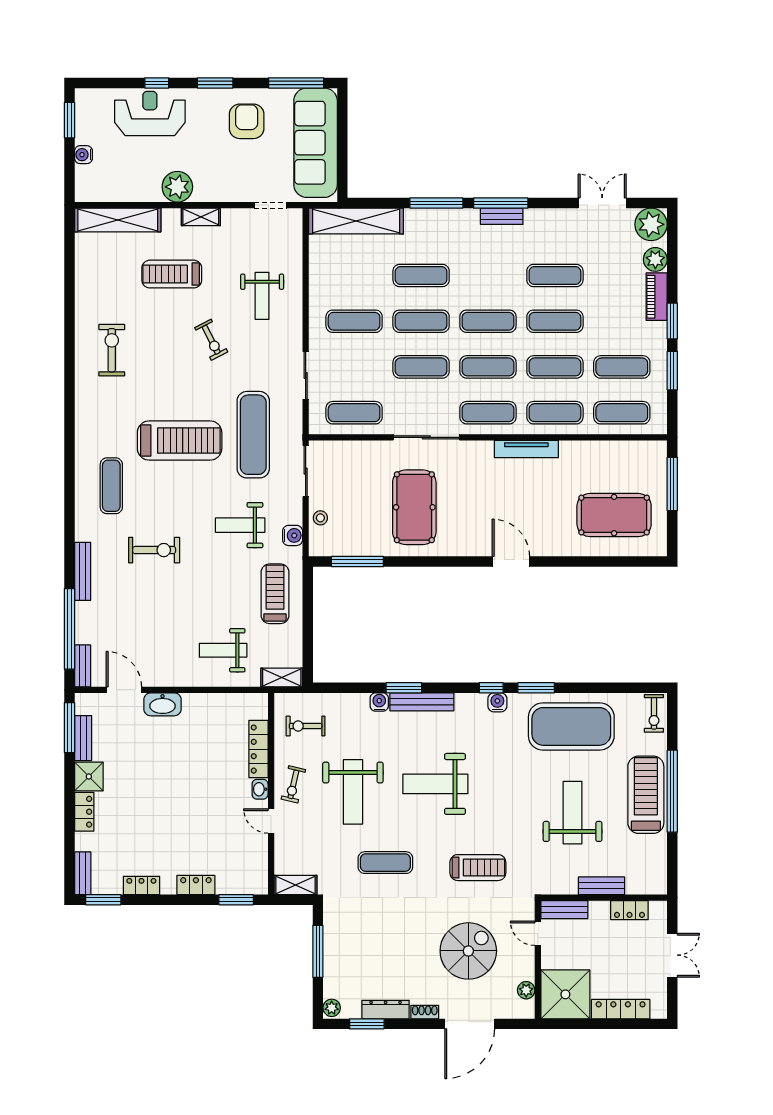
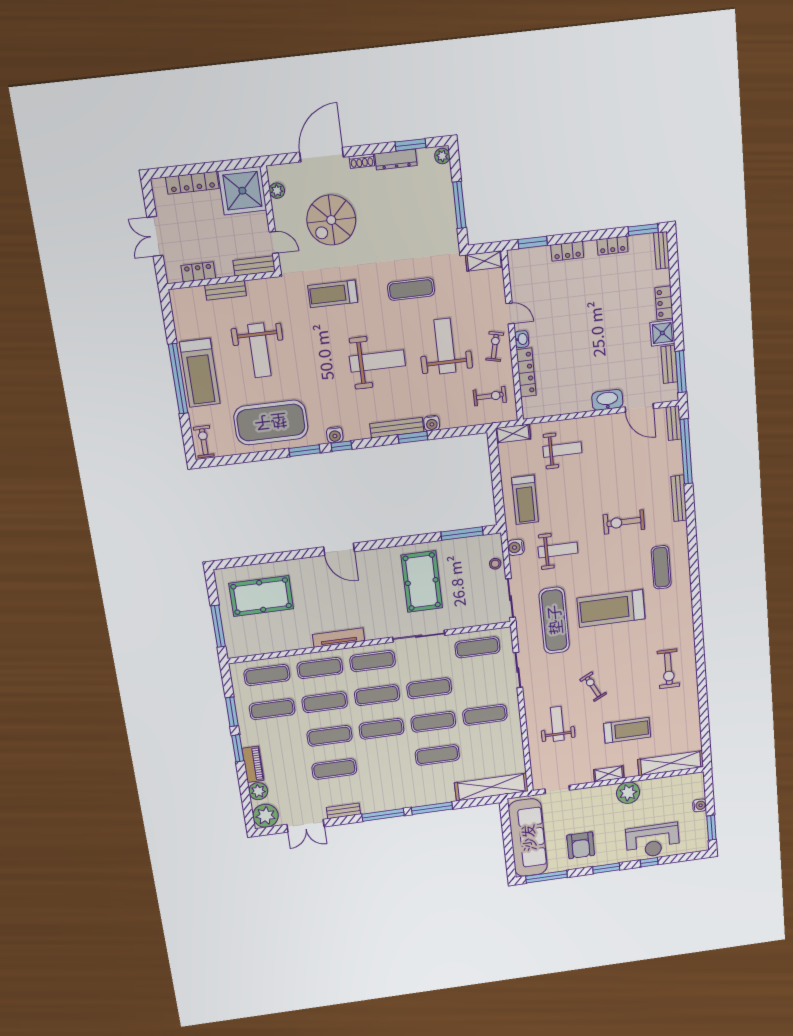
bench: (502, 216) -> (343, 811), moved

